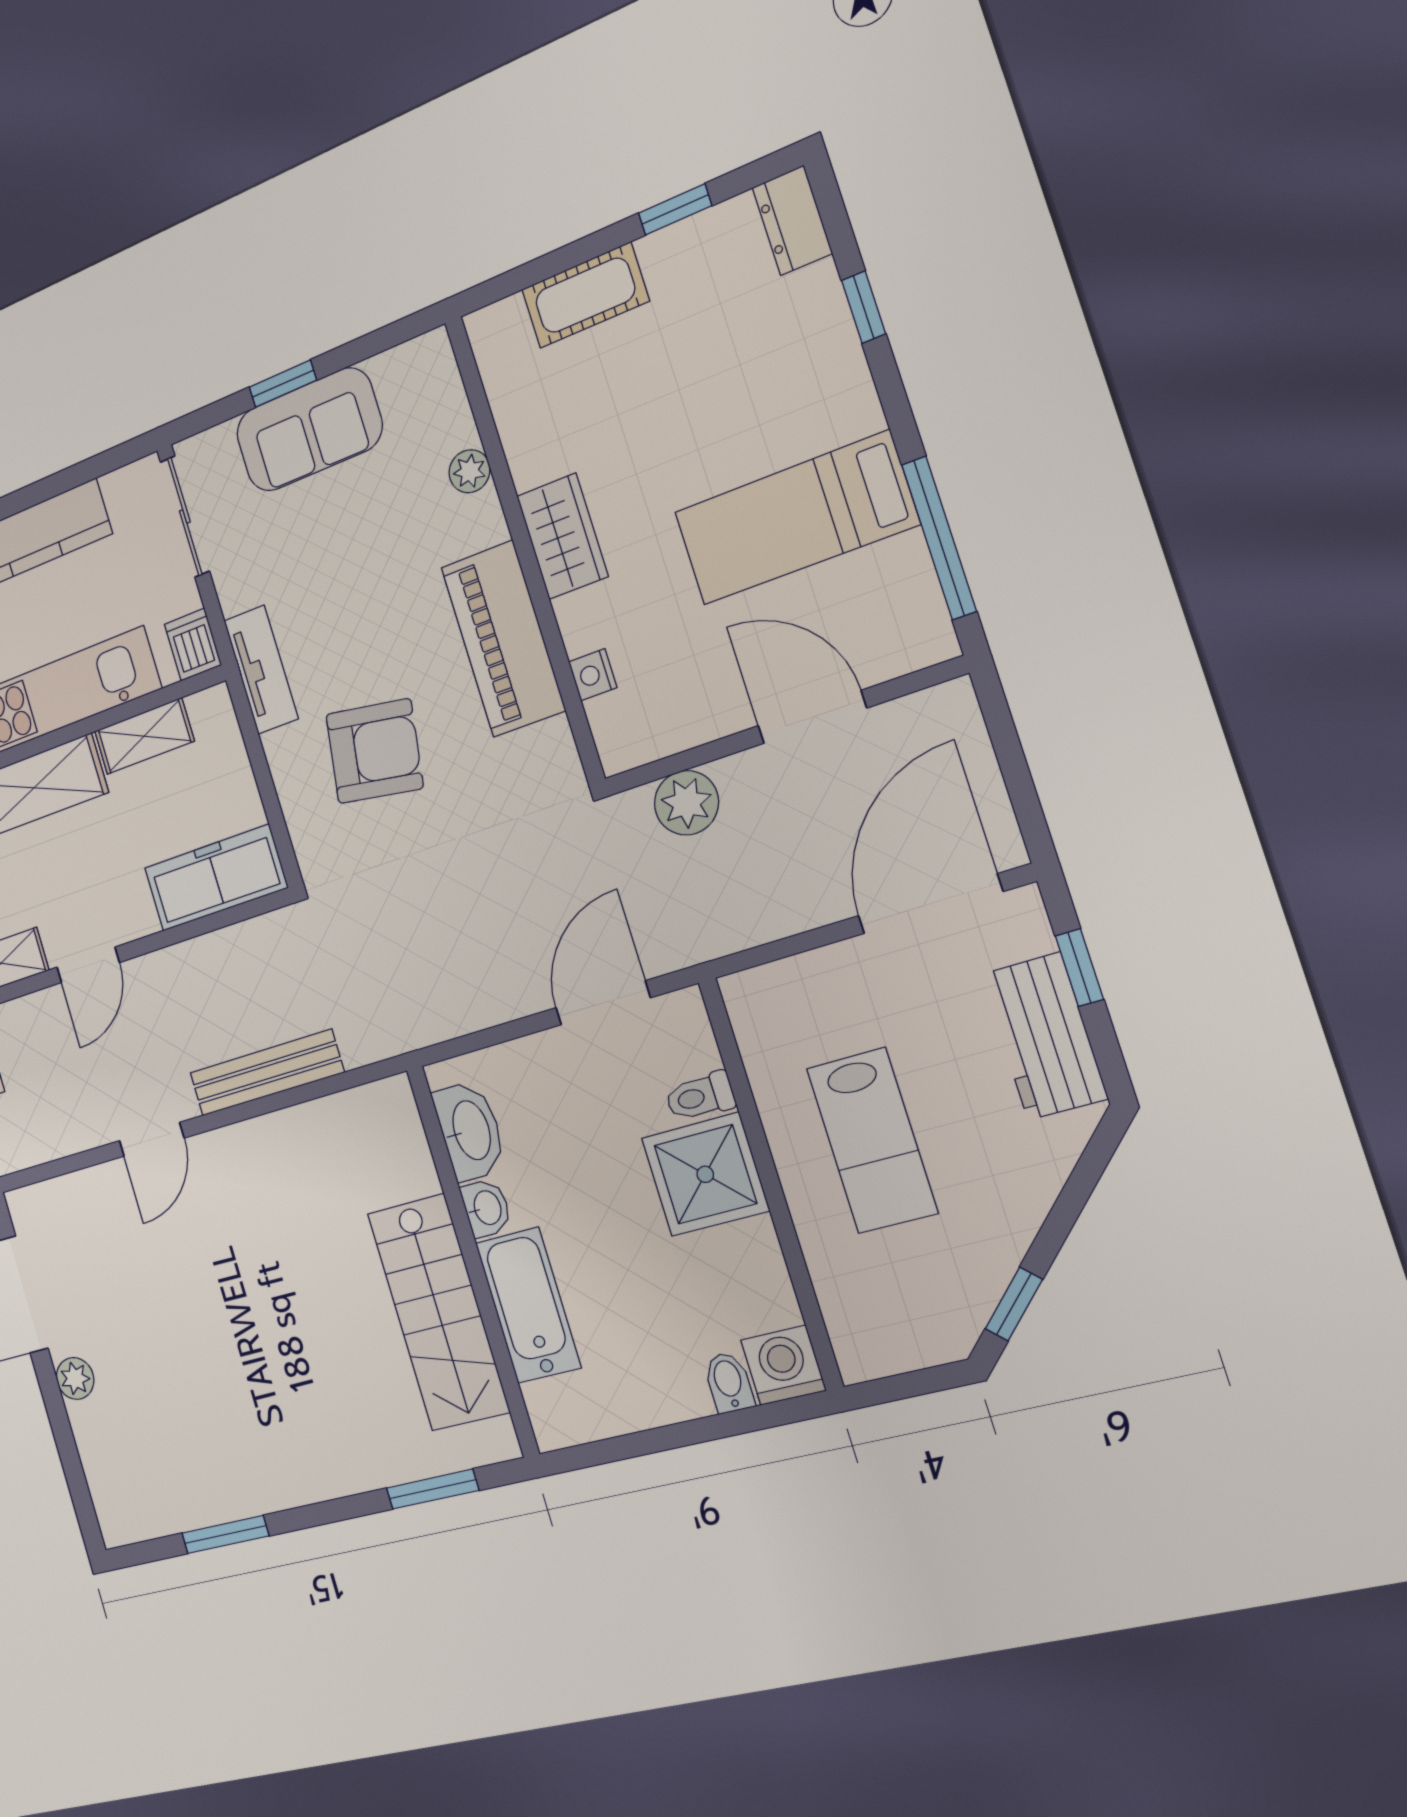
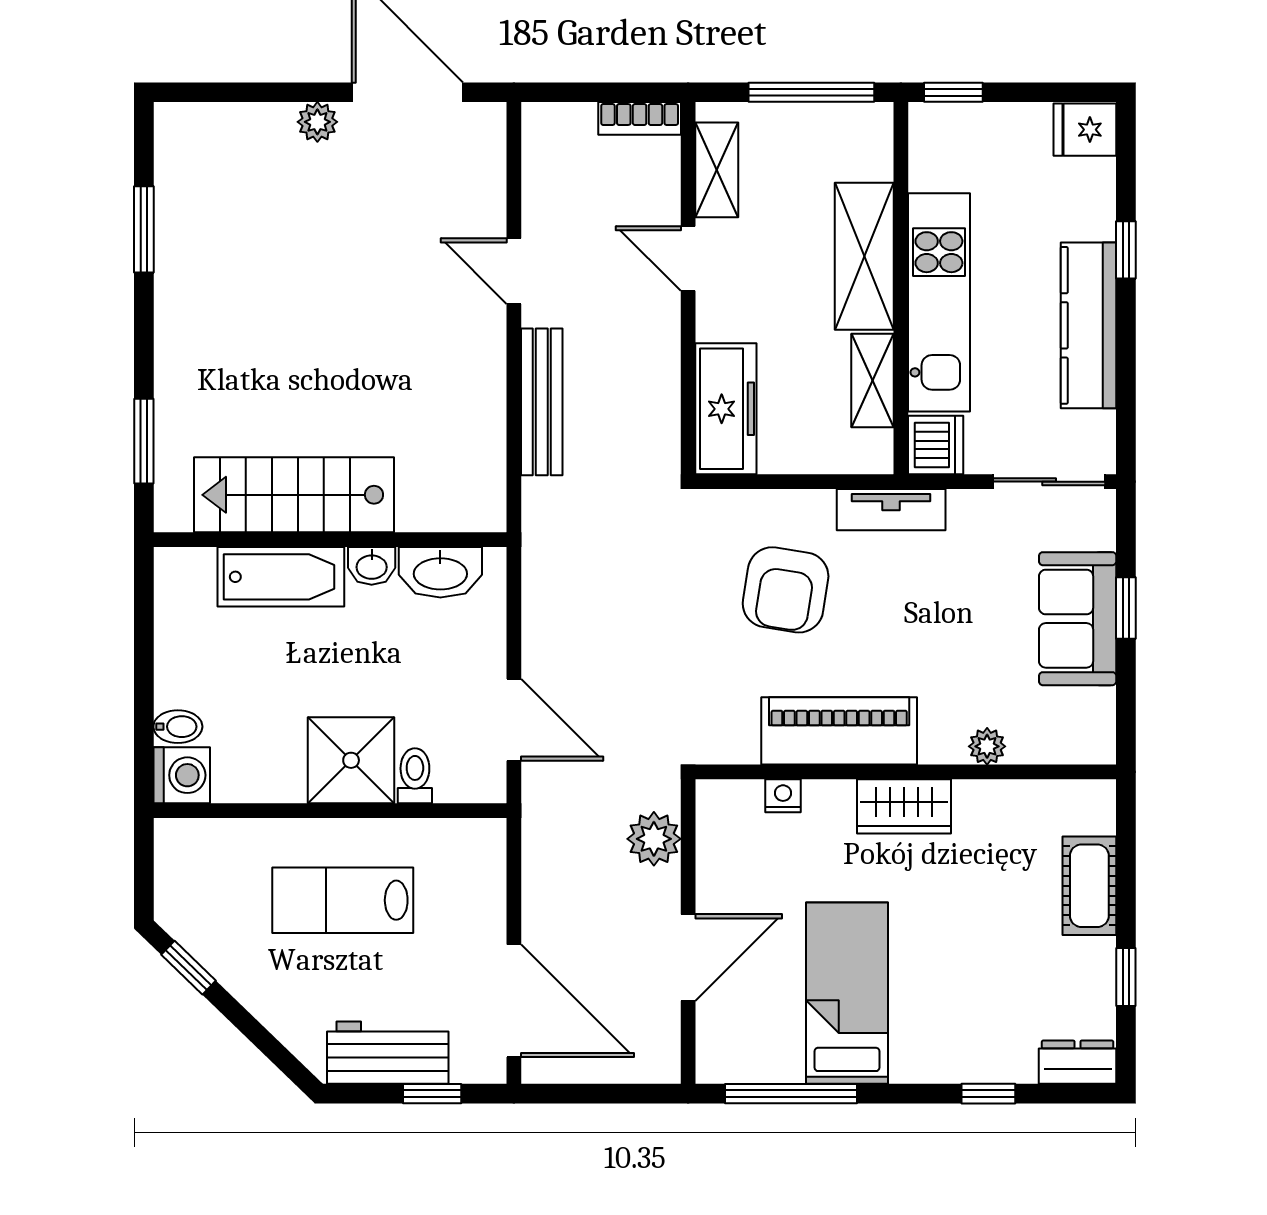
dishwasher: (193, 645) -> (936, 445), width x1.38

